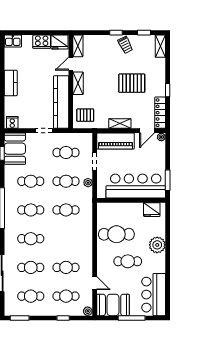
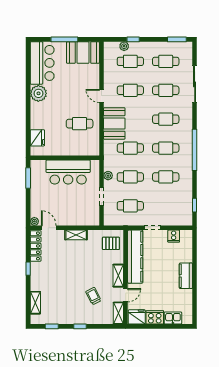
kitchen sink: (13, 41) -> (173, 318), moved
trolley: (125, 45) -> (93, 296), moved
shelving: (160, 46) -> (35, 303), moved
pallet: (132, 83) -> (64, 276), removed
cooker: (12, 122) -> (174, 236), moved
door: (147, 131) -> (49, 228), hinge flipped
piano: (116, 141) -> (80, 217), removed
booth: (15, 149) -> (114, 123), moved
bar counter: (136, 186) -> (68, 172), width x0.73
fridge: (152, 210) -> (37, 138), moved, turned 90
cafe table: (116, 234) -> (80, 124), width x0.73, depth x0.74
plant: (157, 245) -> (38, 93), moved
cafe table: (128, 261) -> (68, 96), removed
door: (95, 283) -> (101, 96), moved
plant: (88, 311) -> (124, 46), moved

